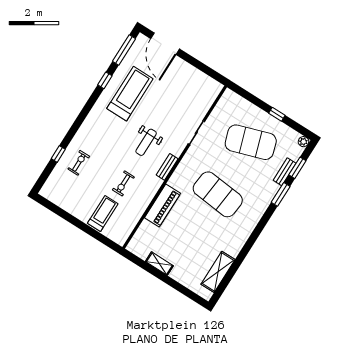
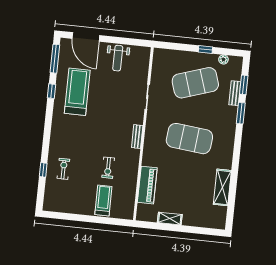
weight bench: (146, 142) -> (118, 58), moved
plant: (304, 142) -> (223, 59), moved
piano: (162, 205) -> (147, 185), moved
shelving: (218, 272) -> (222, 187), moved

